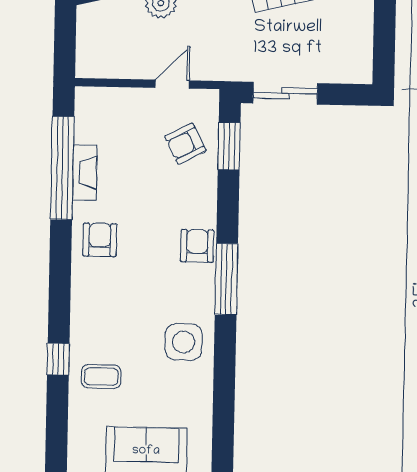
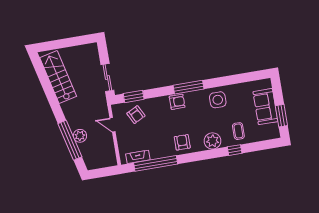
fireplace: (85, 173) -> (138, 157), moved
armchair: (100, 240) -> (182, 142), turned 90
armchair: (197, 246) -> (177, 102), turned 180
plant: (90, 311) -> (212, 141), added

